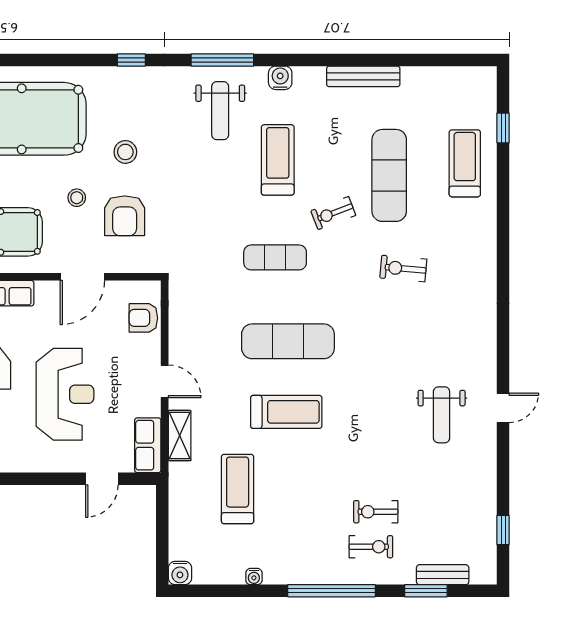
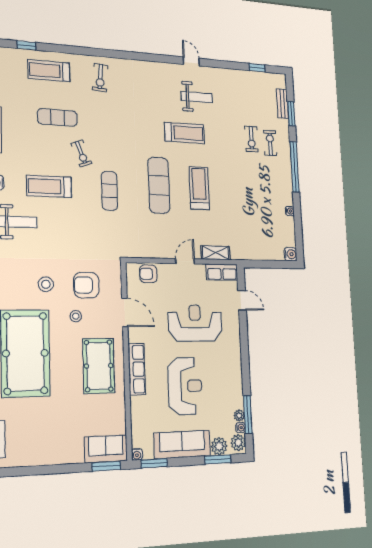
exercise mat: (389, 175) -> (57, 117), width x0.73, depth x0.69
armchair: (125, 216) -> (86, 285), turned 180
exercise bike: (403, 269) -> (100, 78), moved
armchair: (143, 318) -> (148, 274), turned 90
treadmill: (238, 489) -> (185, 133), moved, turned 180

